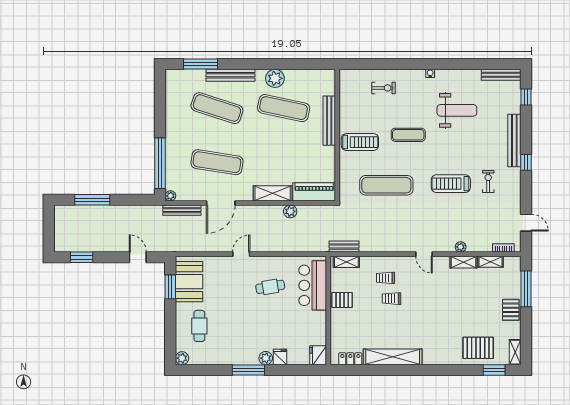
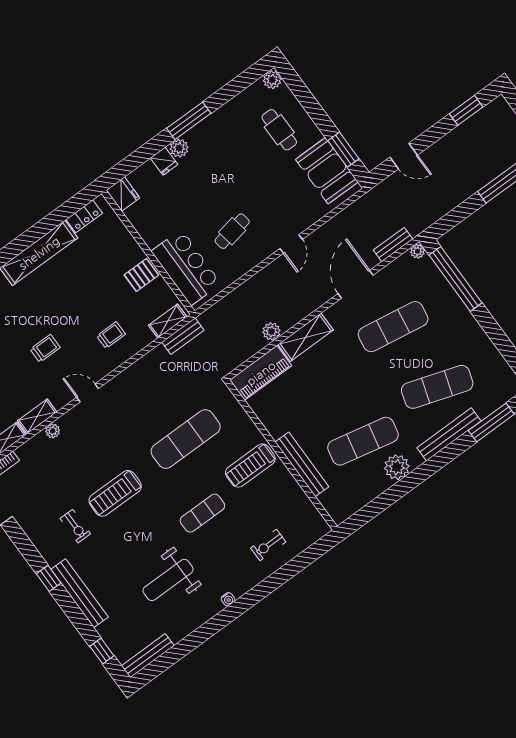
treadmill: (451, 184) -> (115, 493), turned 180
bench: (182, 210) -> (393, 245), width x0.73
trolley: (391, 299) -> (45, 348), moved

